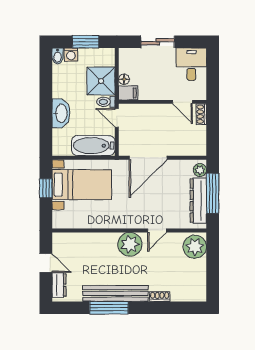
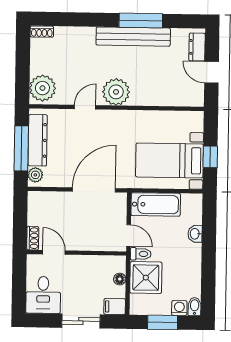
filing cabinet: (128, 93) -> (115, 307), moved
washbasin: (61, 113) -> (195, 234), width x0.52, depth x0.69
shoe rack: (160, 297) -> (42, 32), moved

